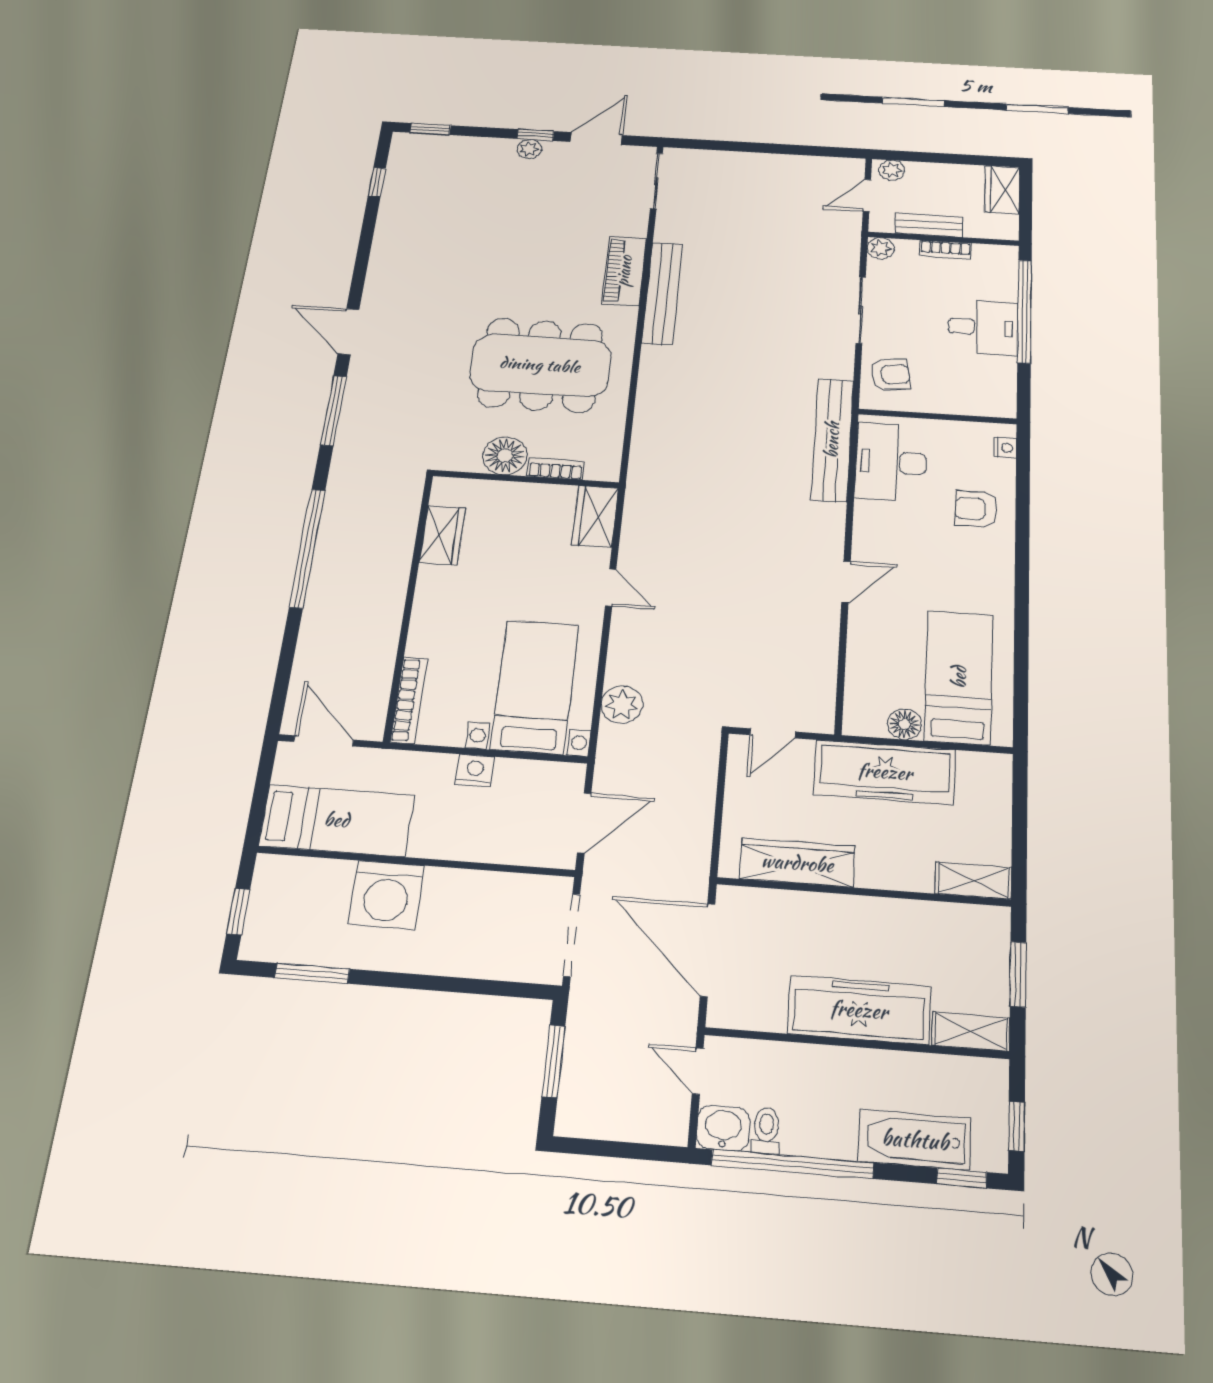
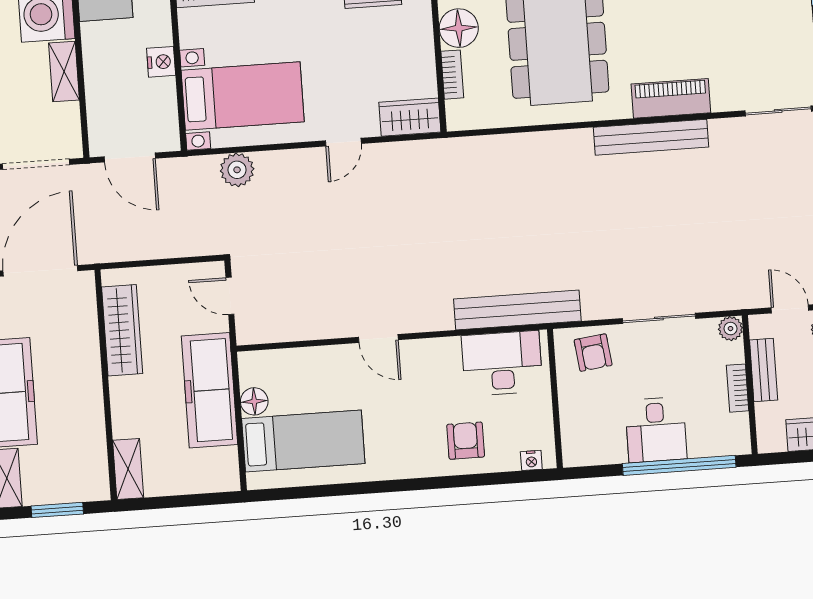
shelving: (462, 885) -> (64, 71), added

